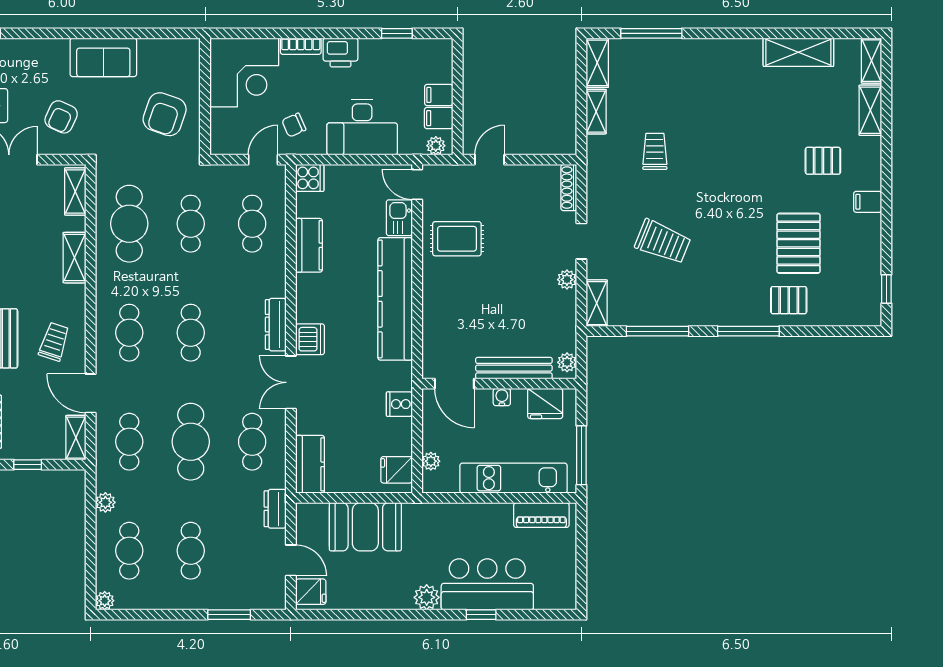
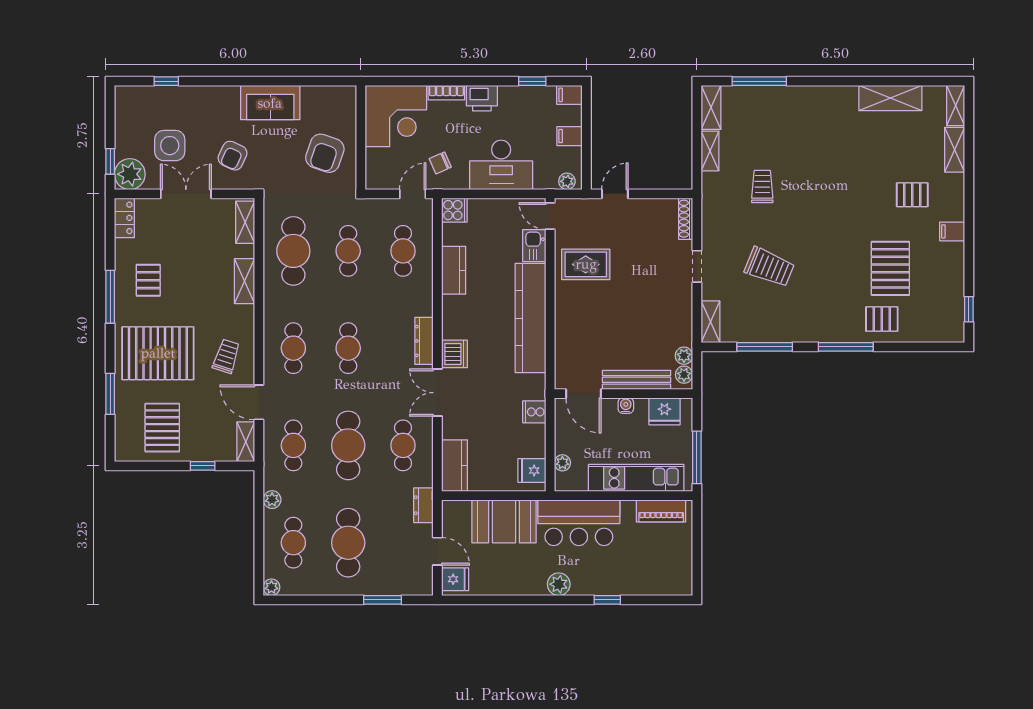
filing cabinet: (439, 118) -> (569, 95), moved
plant: (567, 280) -> (684, 356), moved
cafe table: (191, 551) -> (348, 543), width x1.37, depth x1.35
bar counter: (487, 584) -> (579, 523), moved, turned 180

